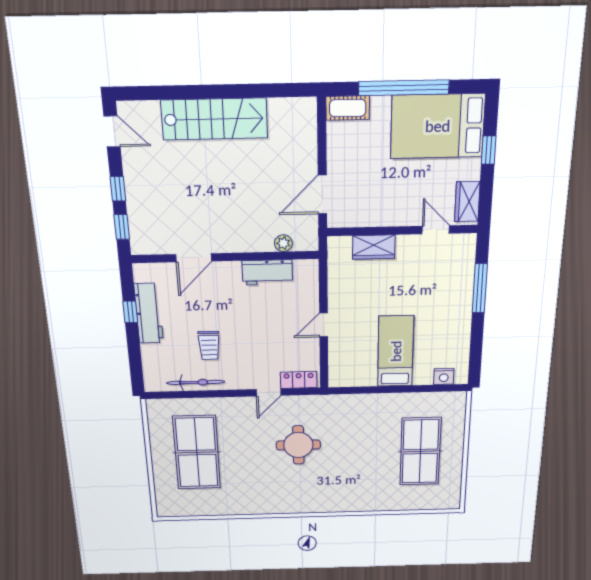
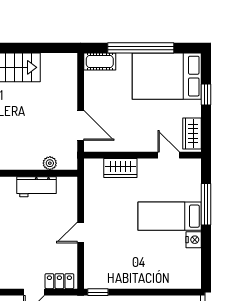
door: (322, 194) -> (81, 125), swing flipped
bed: (396, 351) -> (170, 216), moved, turned -90
nightstand: (444, 376) -> (194, 240), moved, turned -90
window: (345, 391) -> (98, 292), added

